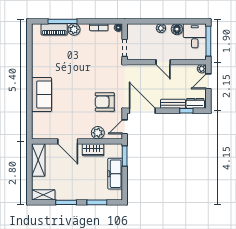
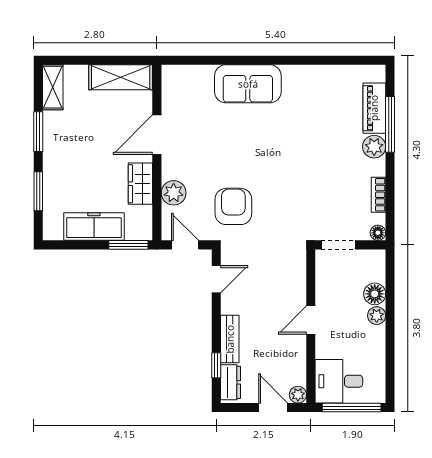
floor lamp: (177, 29) -> (375, 294), moved
desk: (195, 36) -> (339, 381), moved, turned 180
door: (142, 111) -> (216, 279), width x0.53

